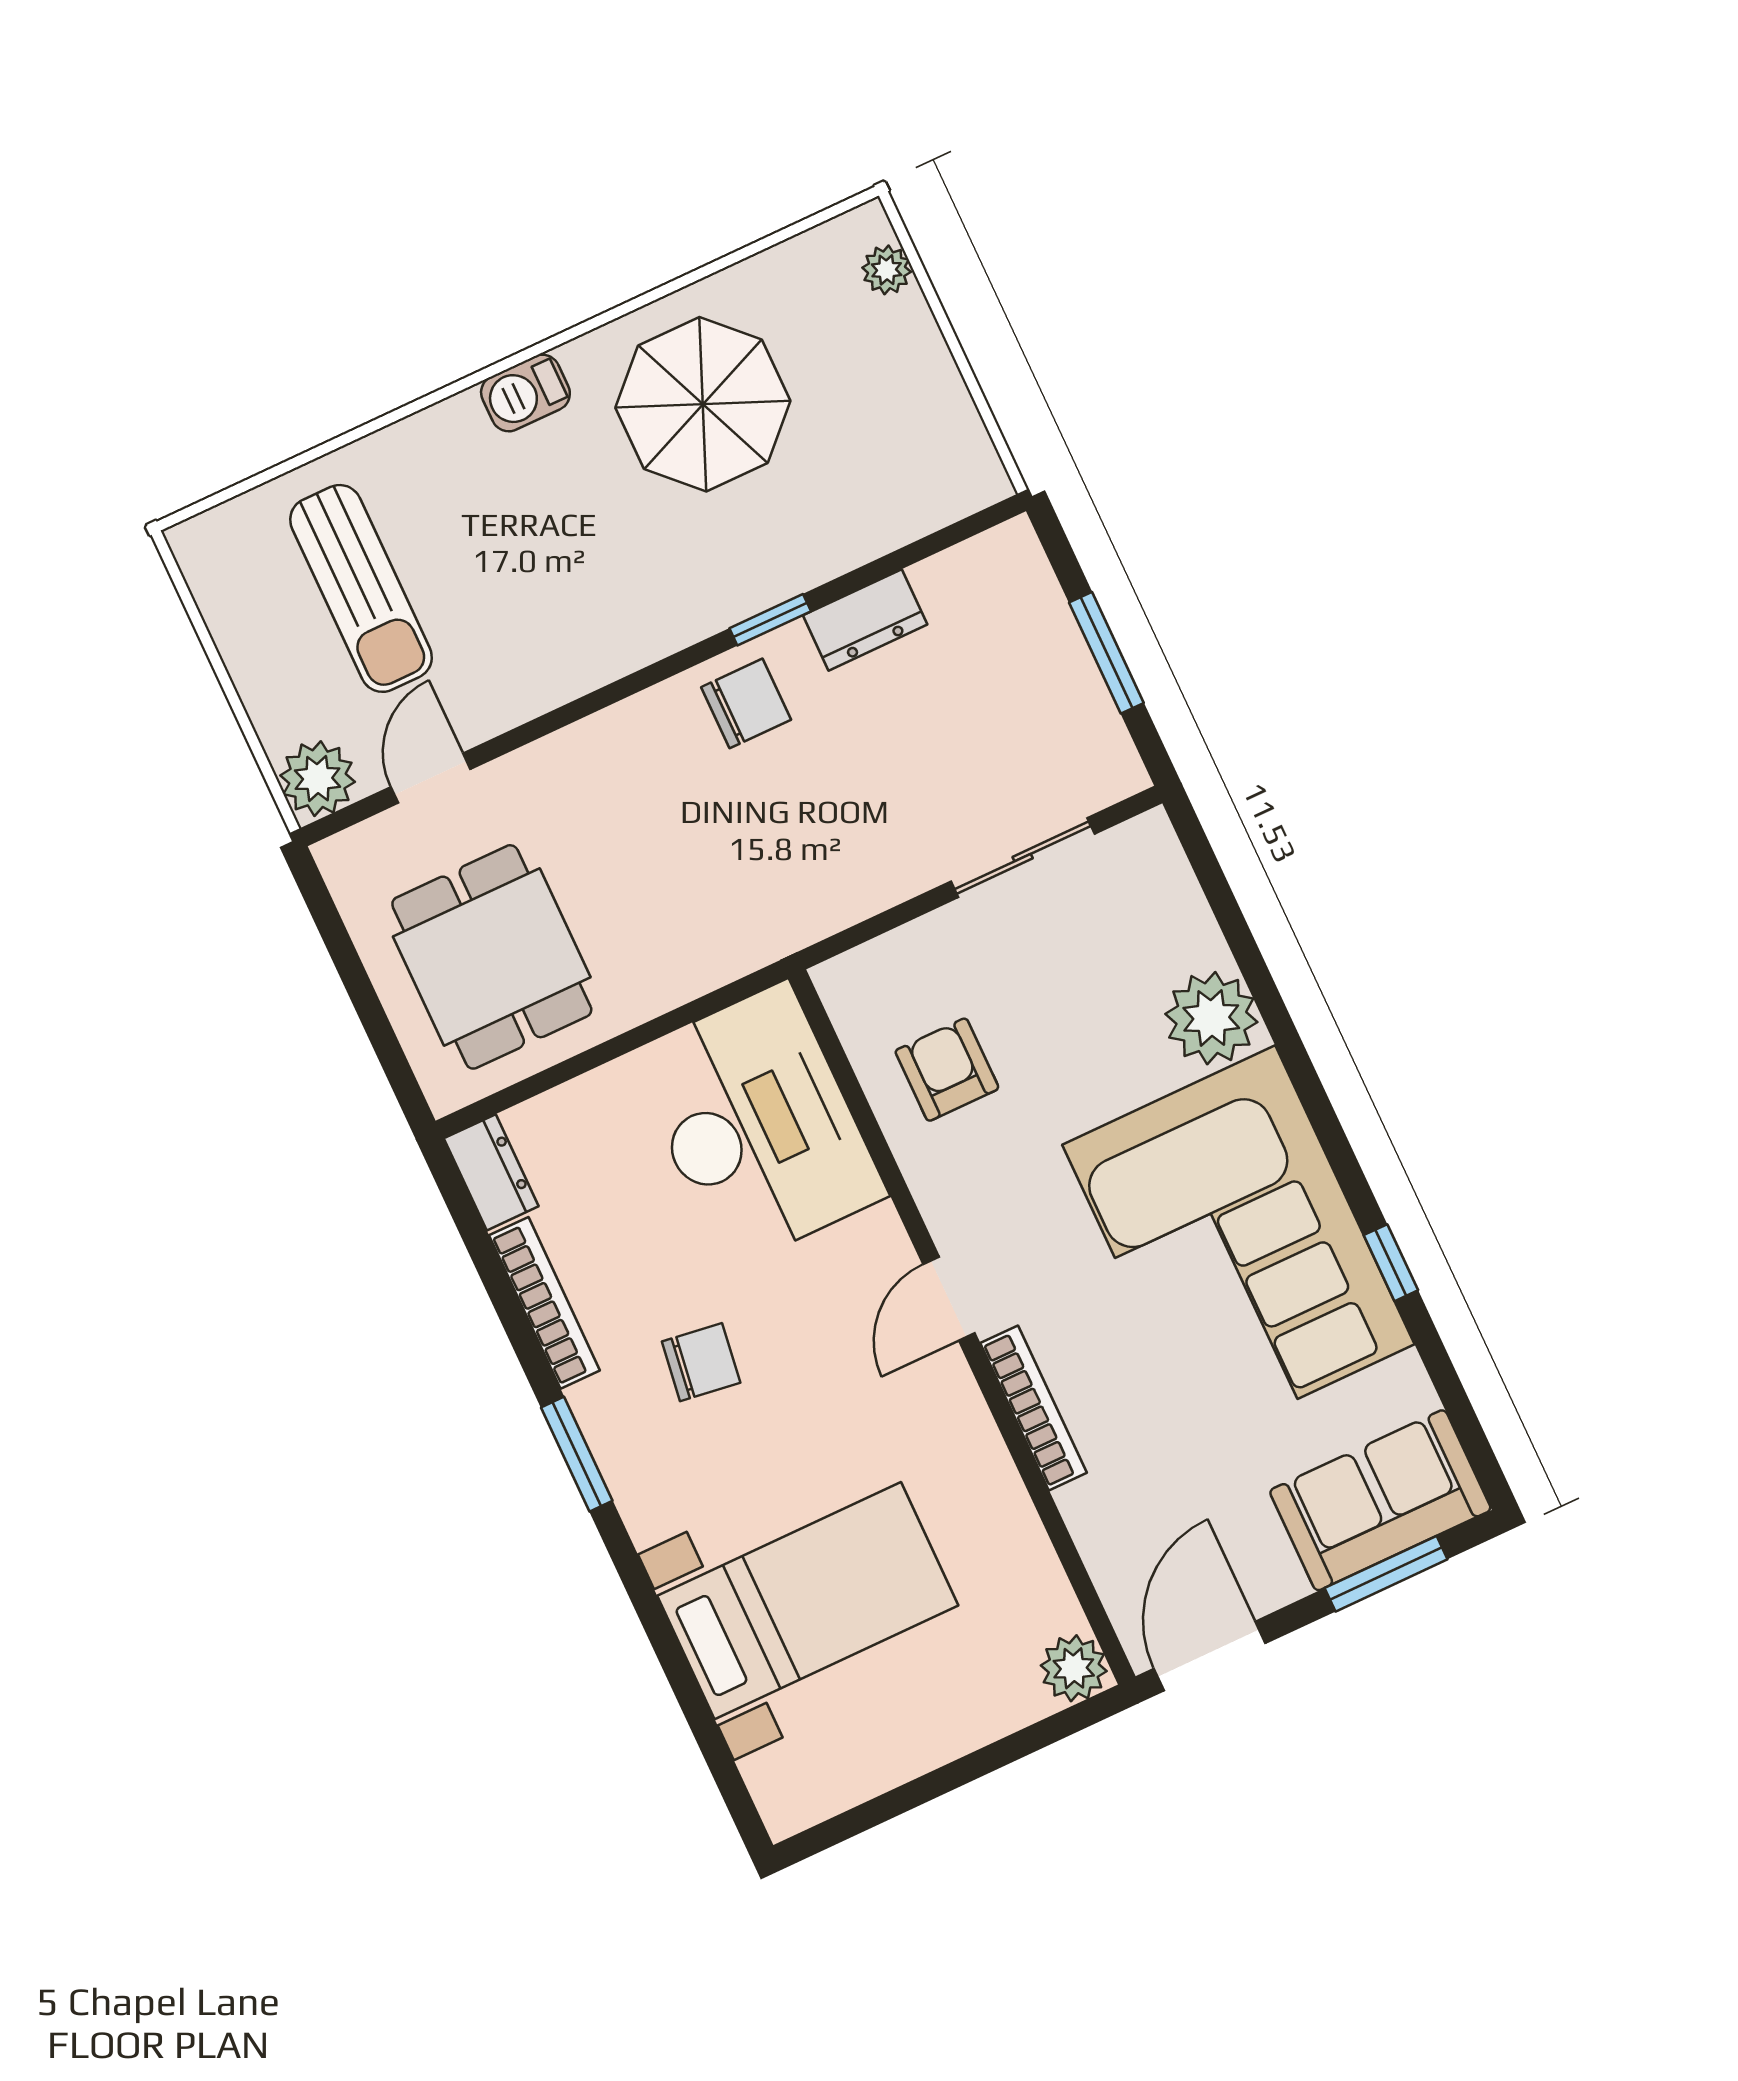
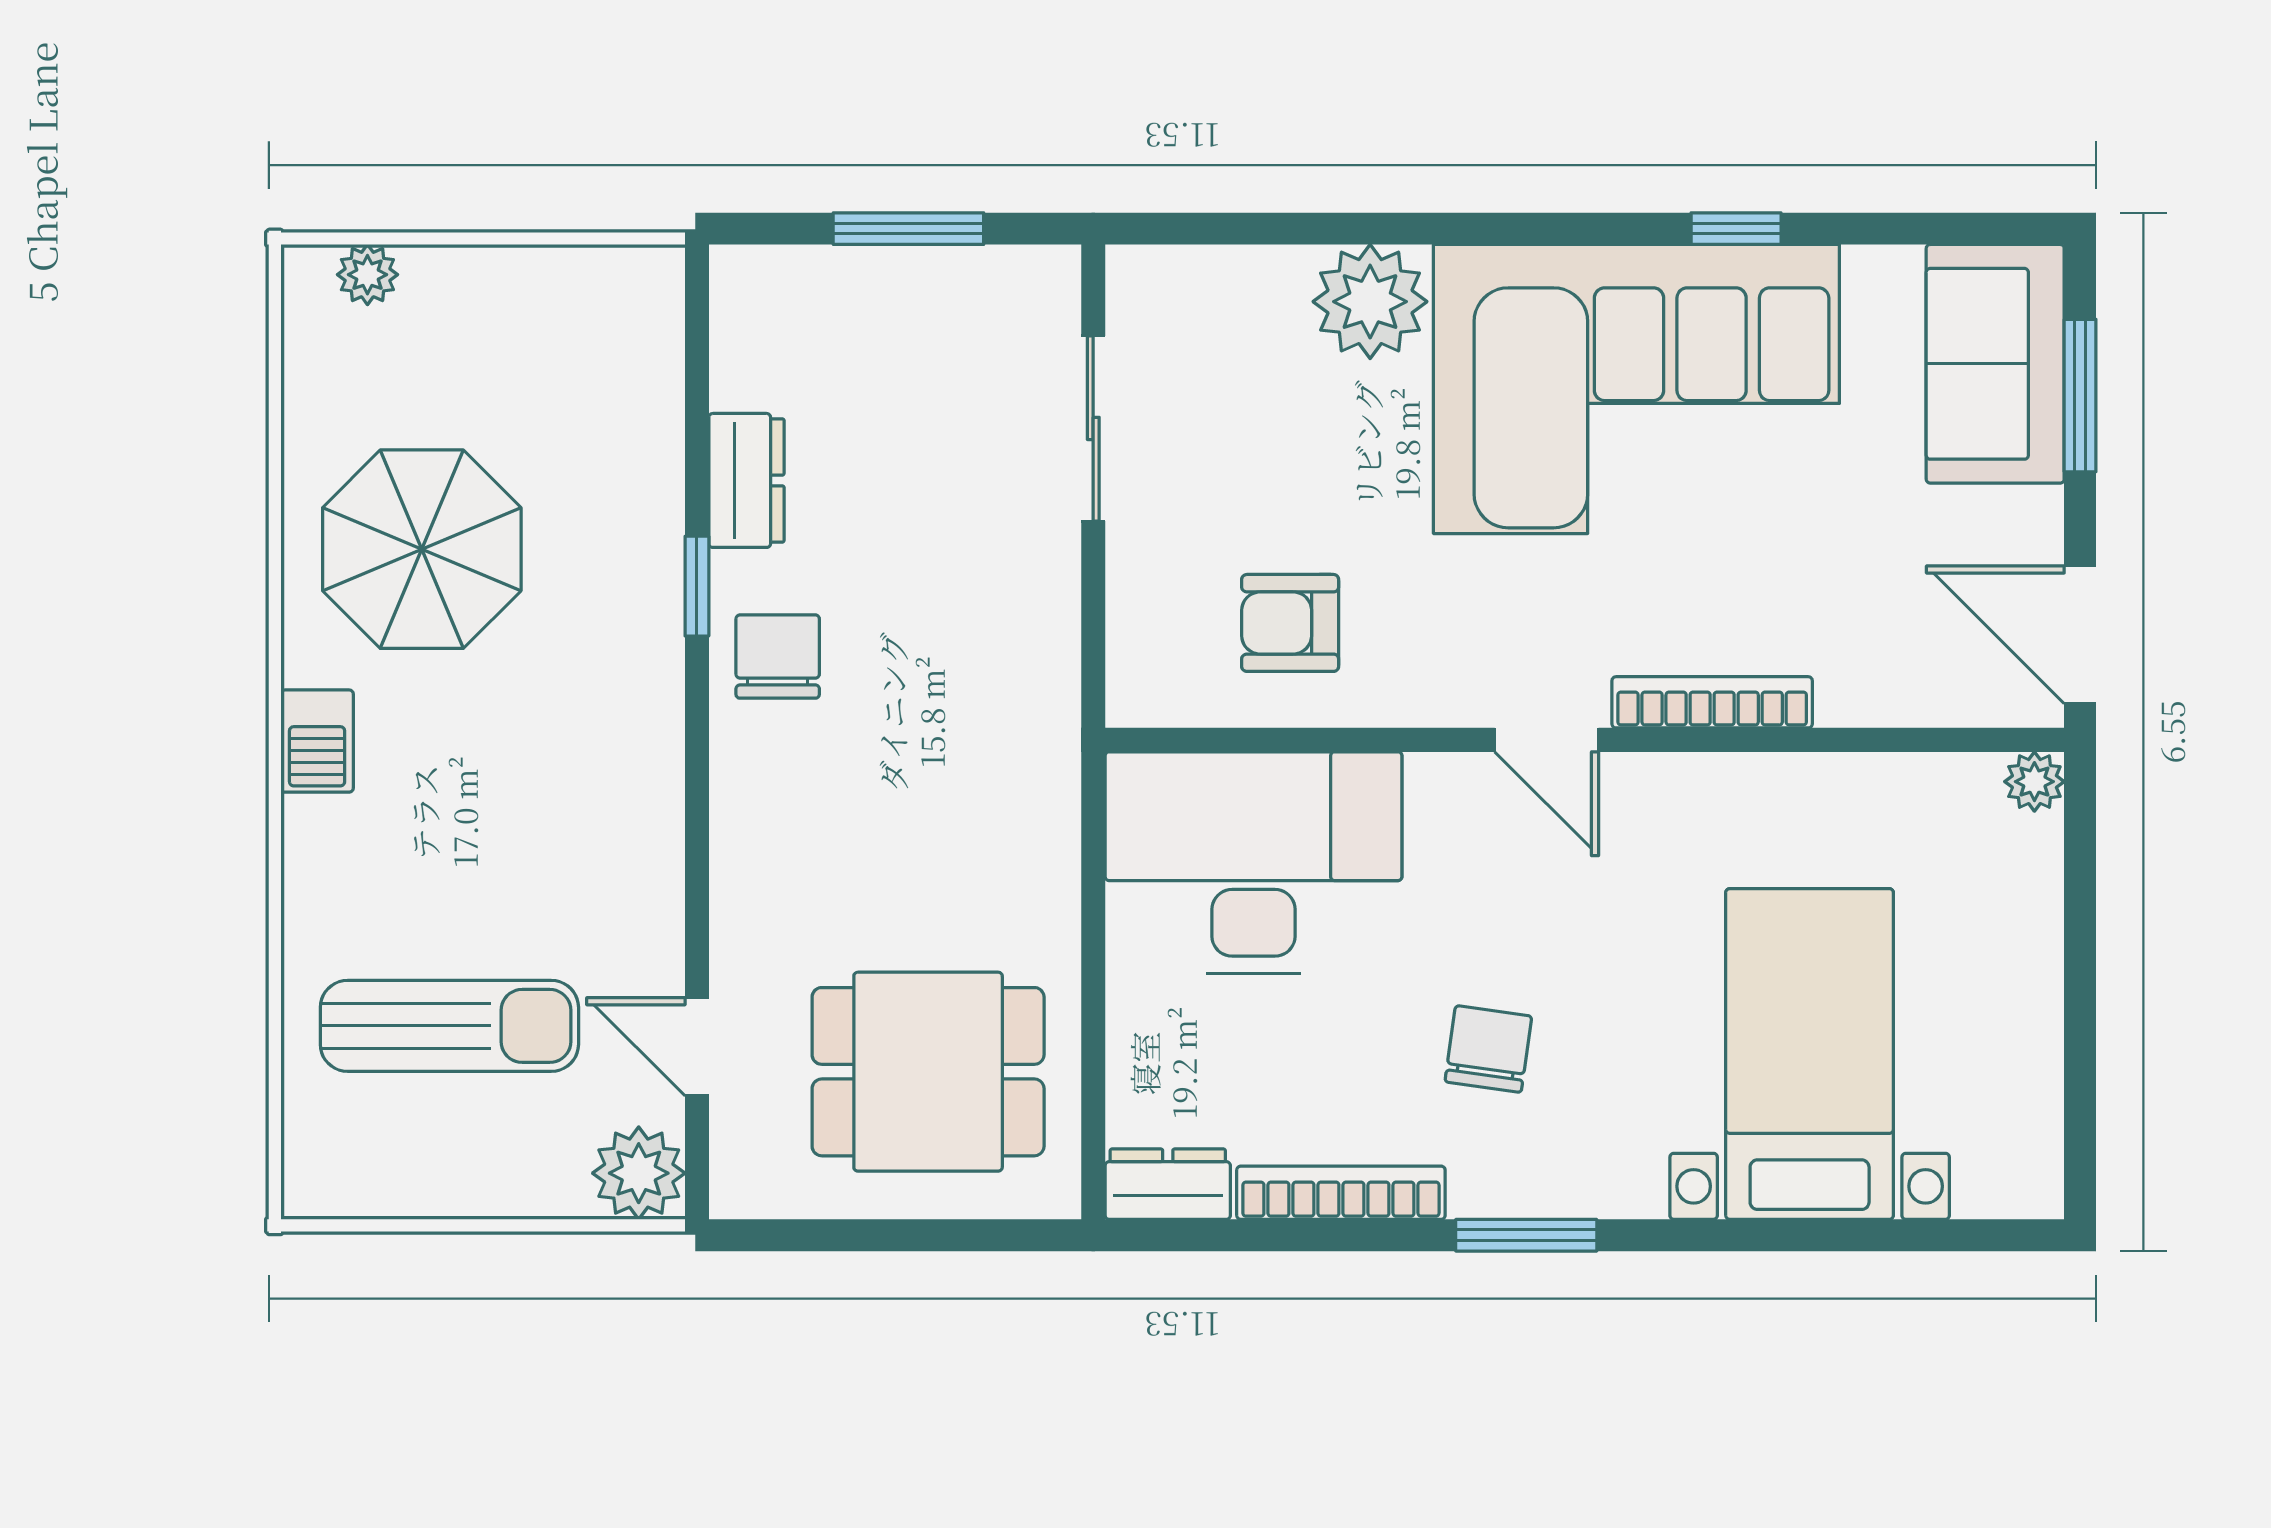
plant: (1074, 1668) -> (2034, 782), width x0.73, depth x0.73

